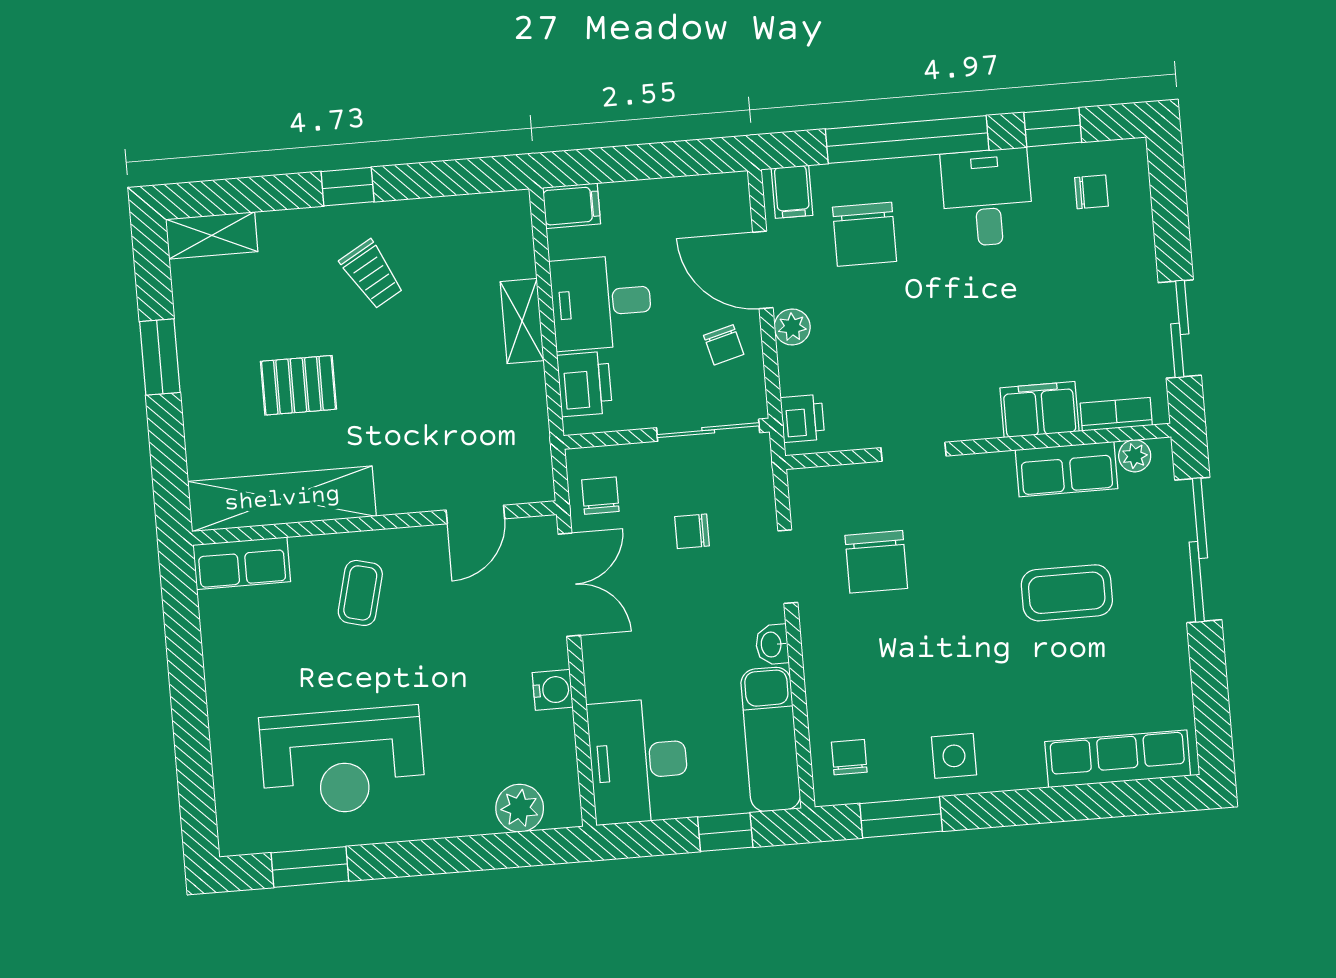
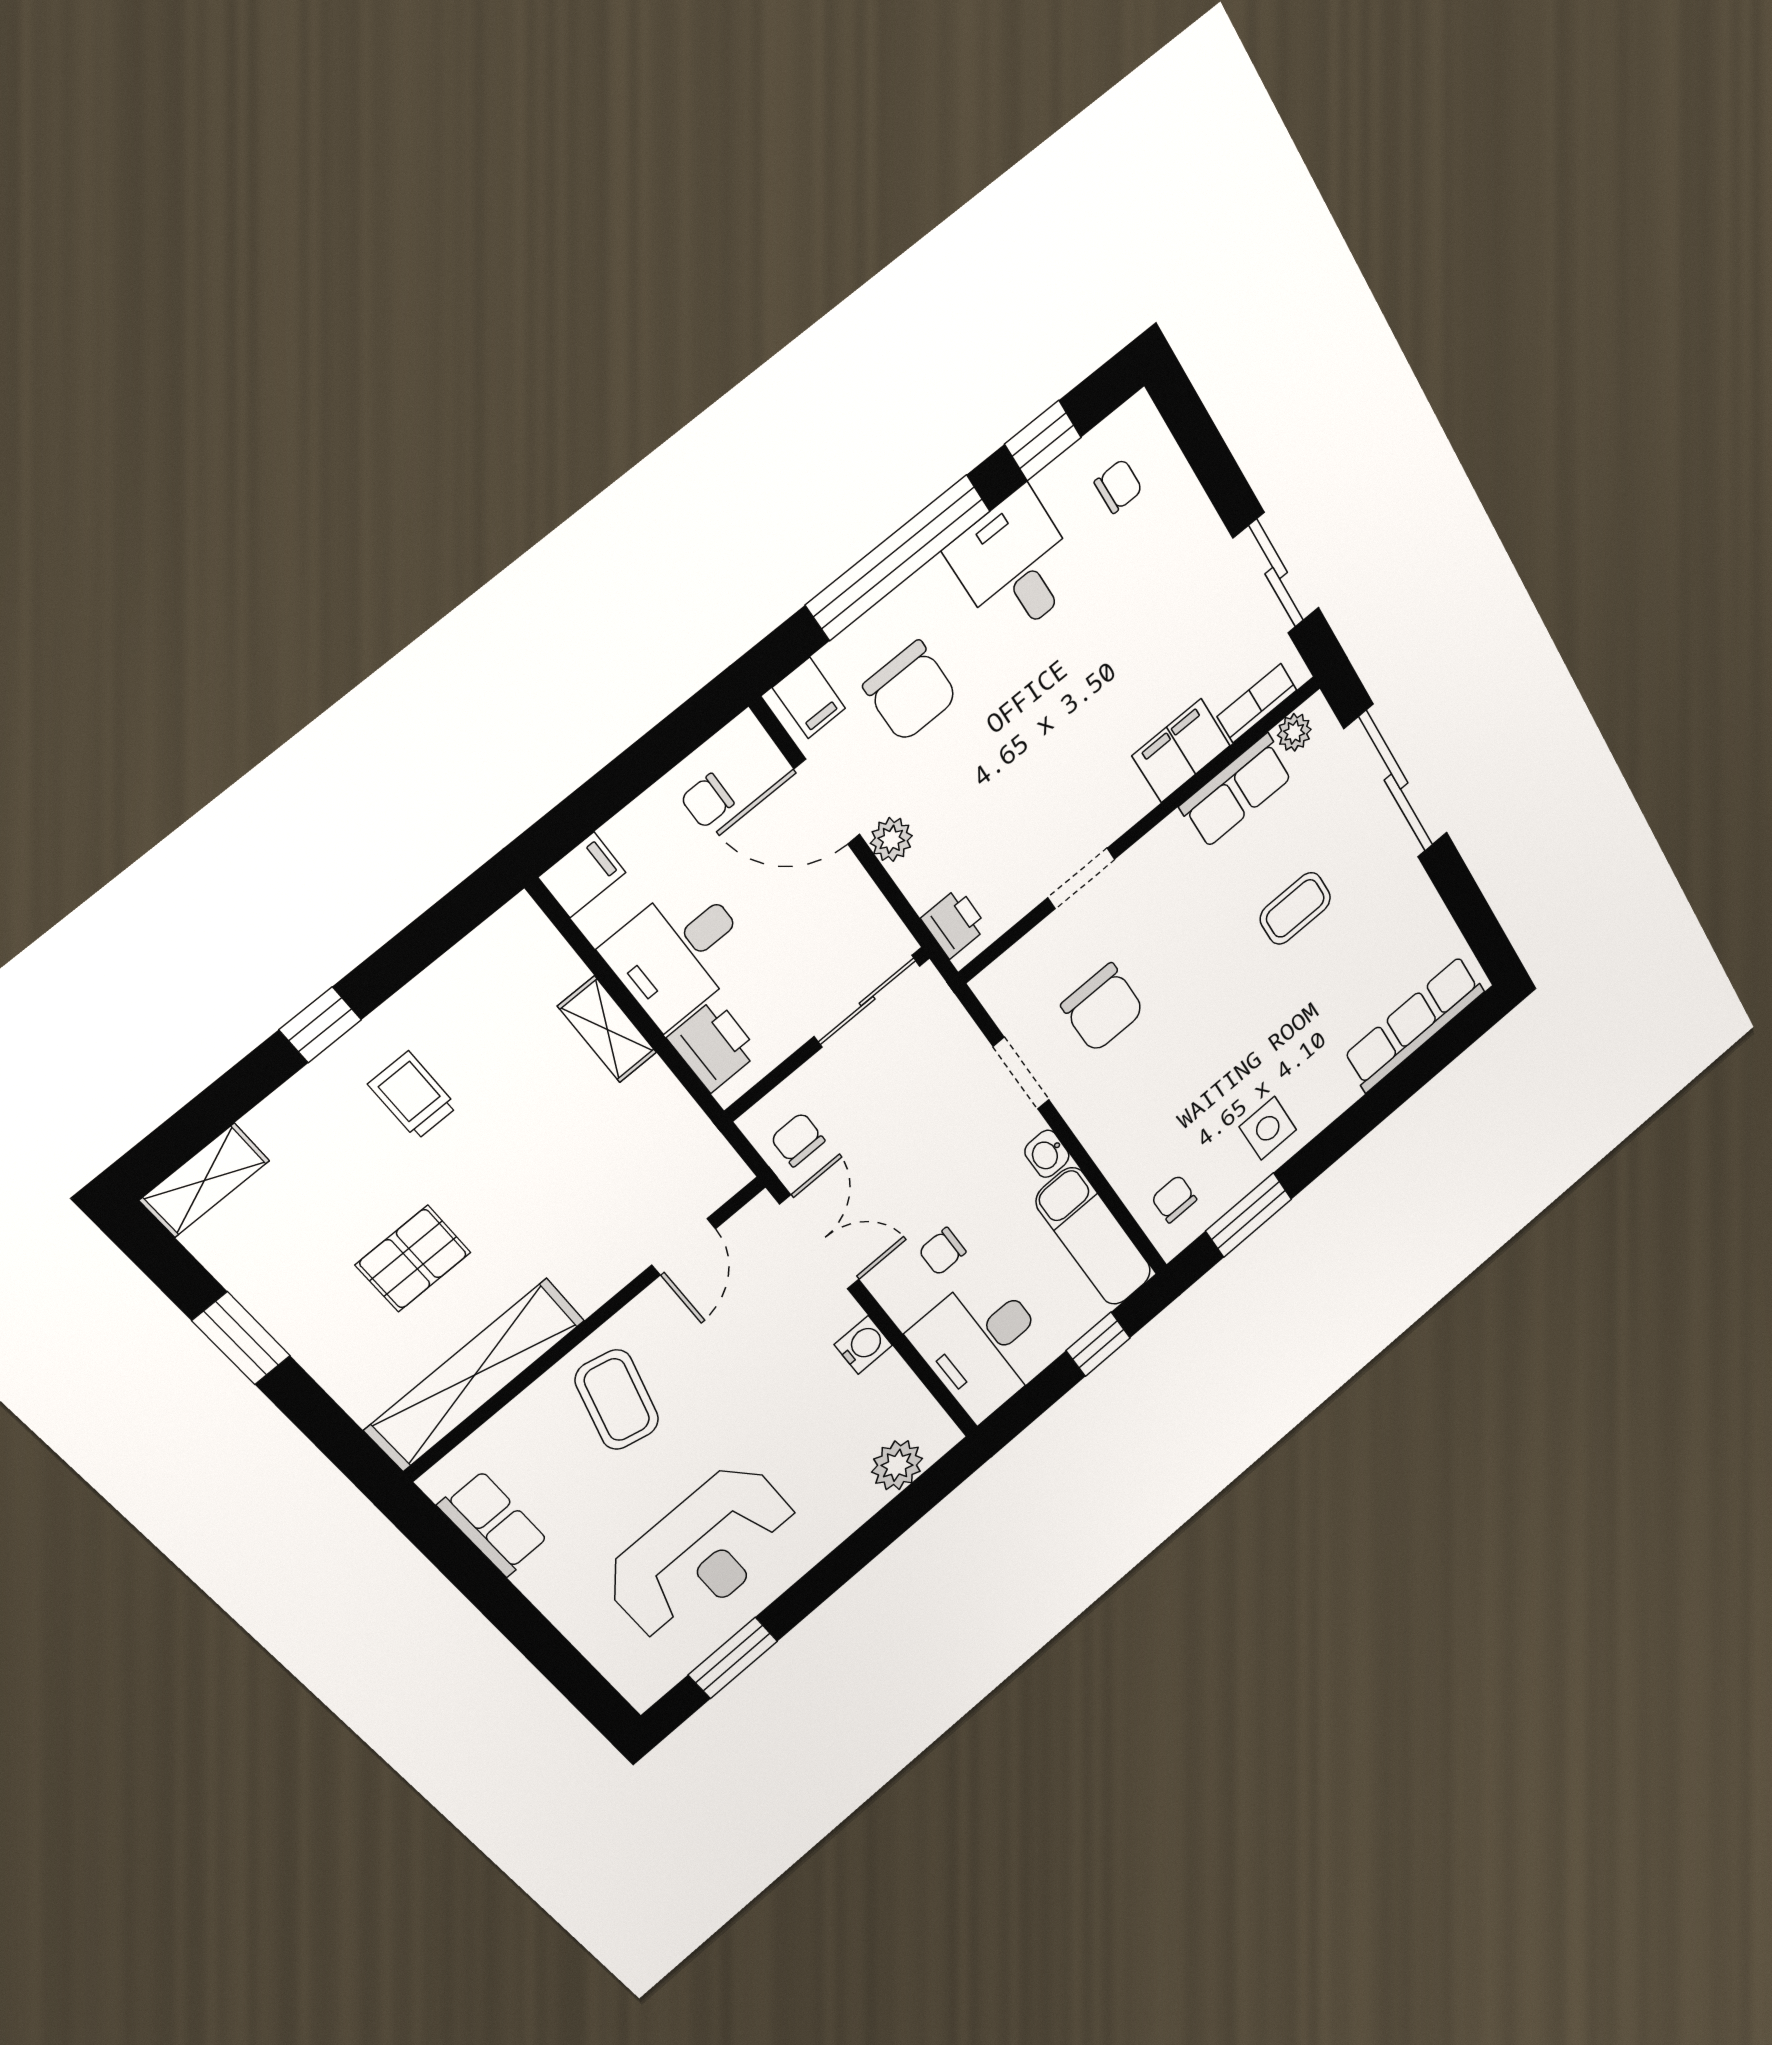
trolley: (372, 274) -> (413, 1096), turned -150
chair: (724, 345) -> (707, 801), moved, turned 105
chair: (692, 531) -> (942, 1251), moved
row of seats: (242, 563) -> (493, 1524), moved, turned -90
coffee table: (360, 593) -> (617, 1400), width x1.36, depth x1.30
coffee table: (1067, 593) -> (1295, 908), width x0.73, depth x0.77

